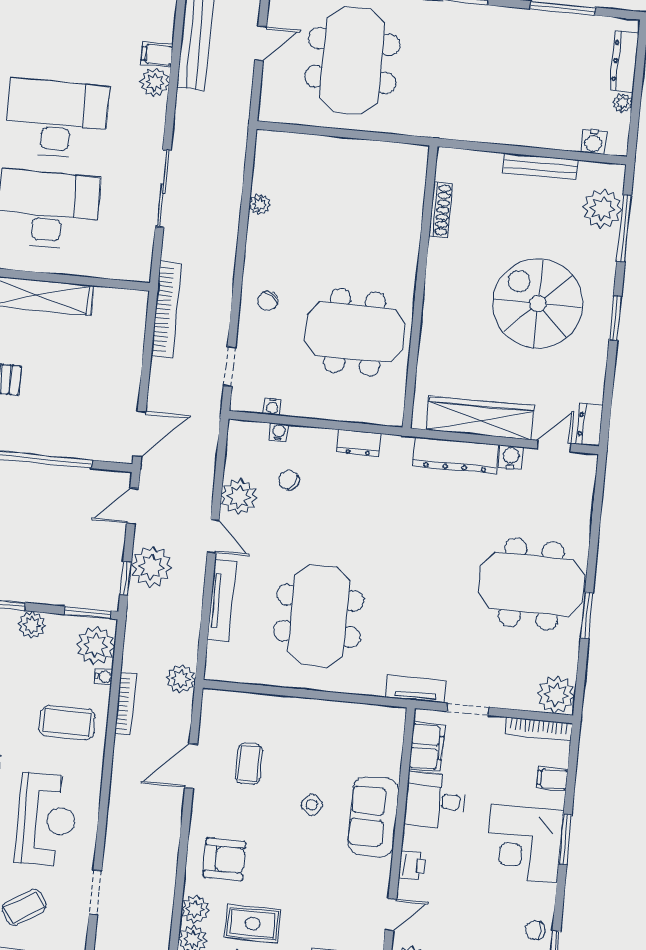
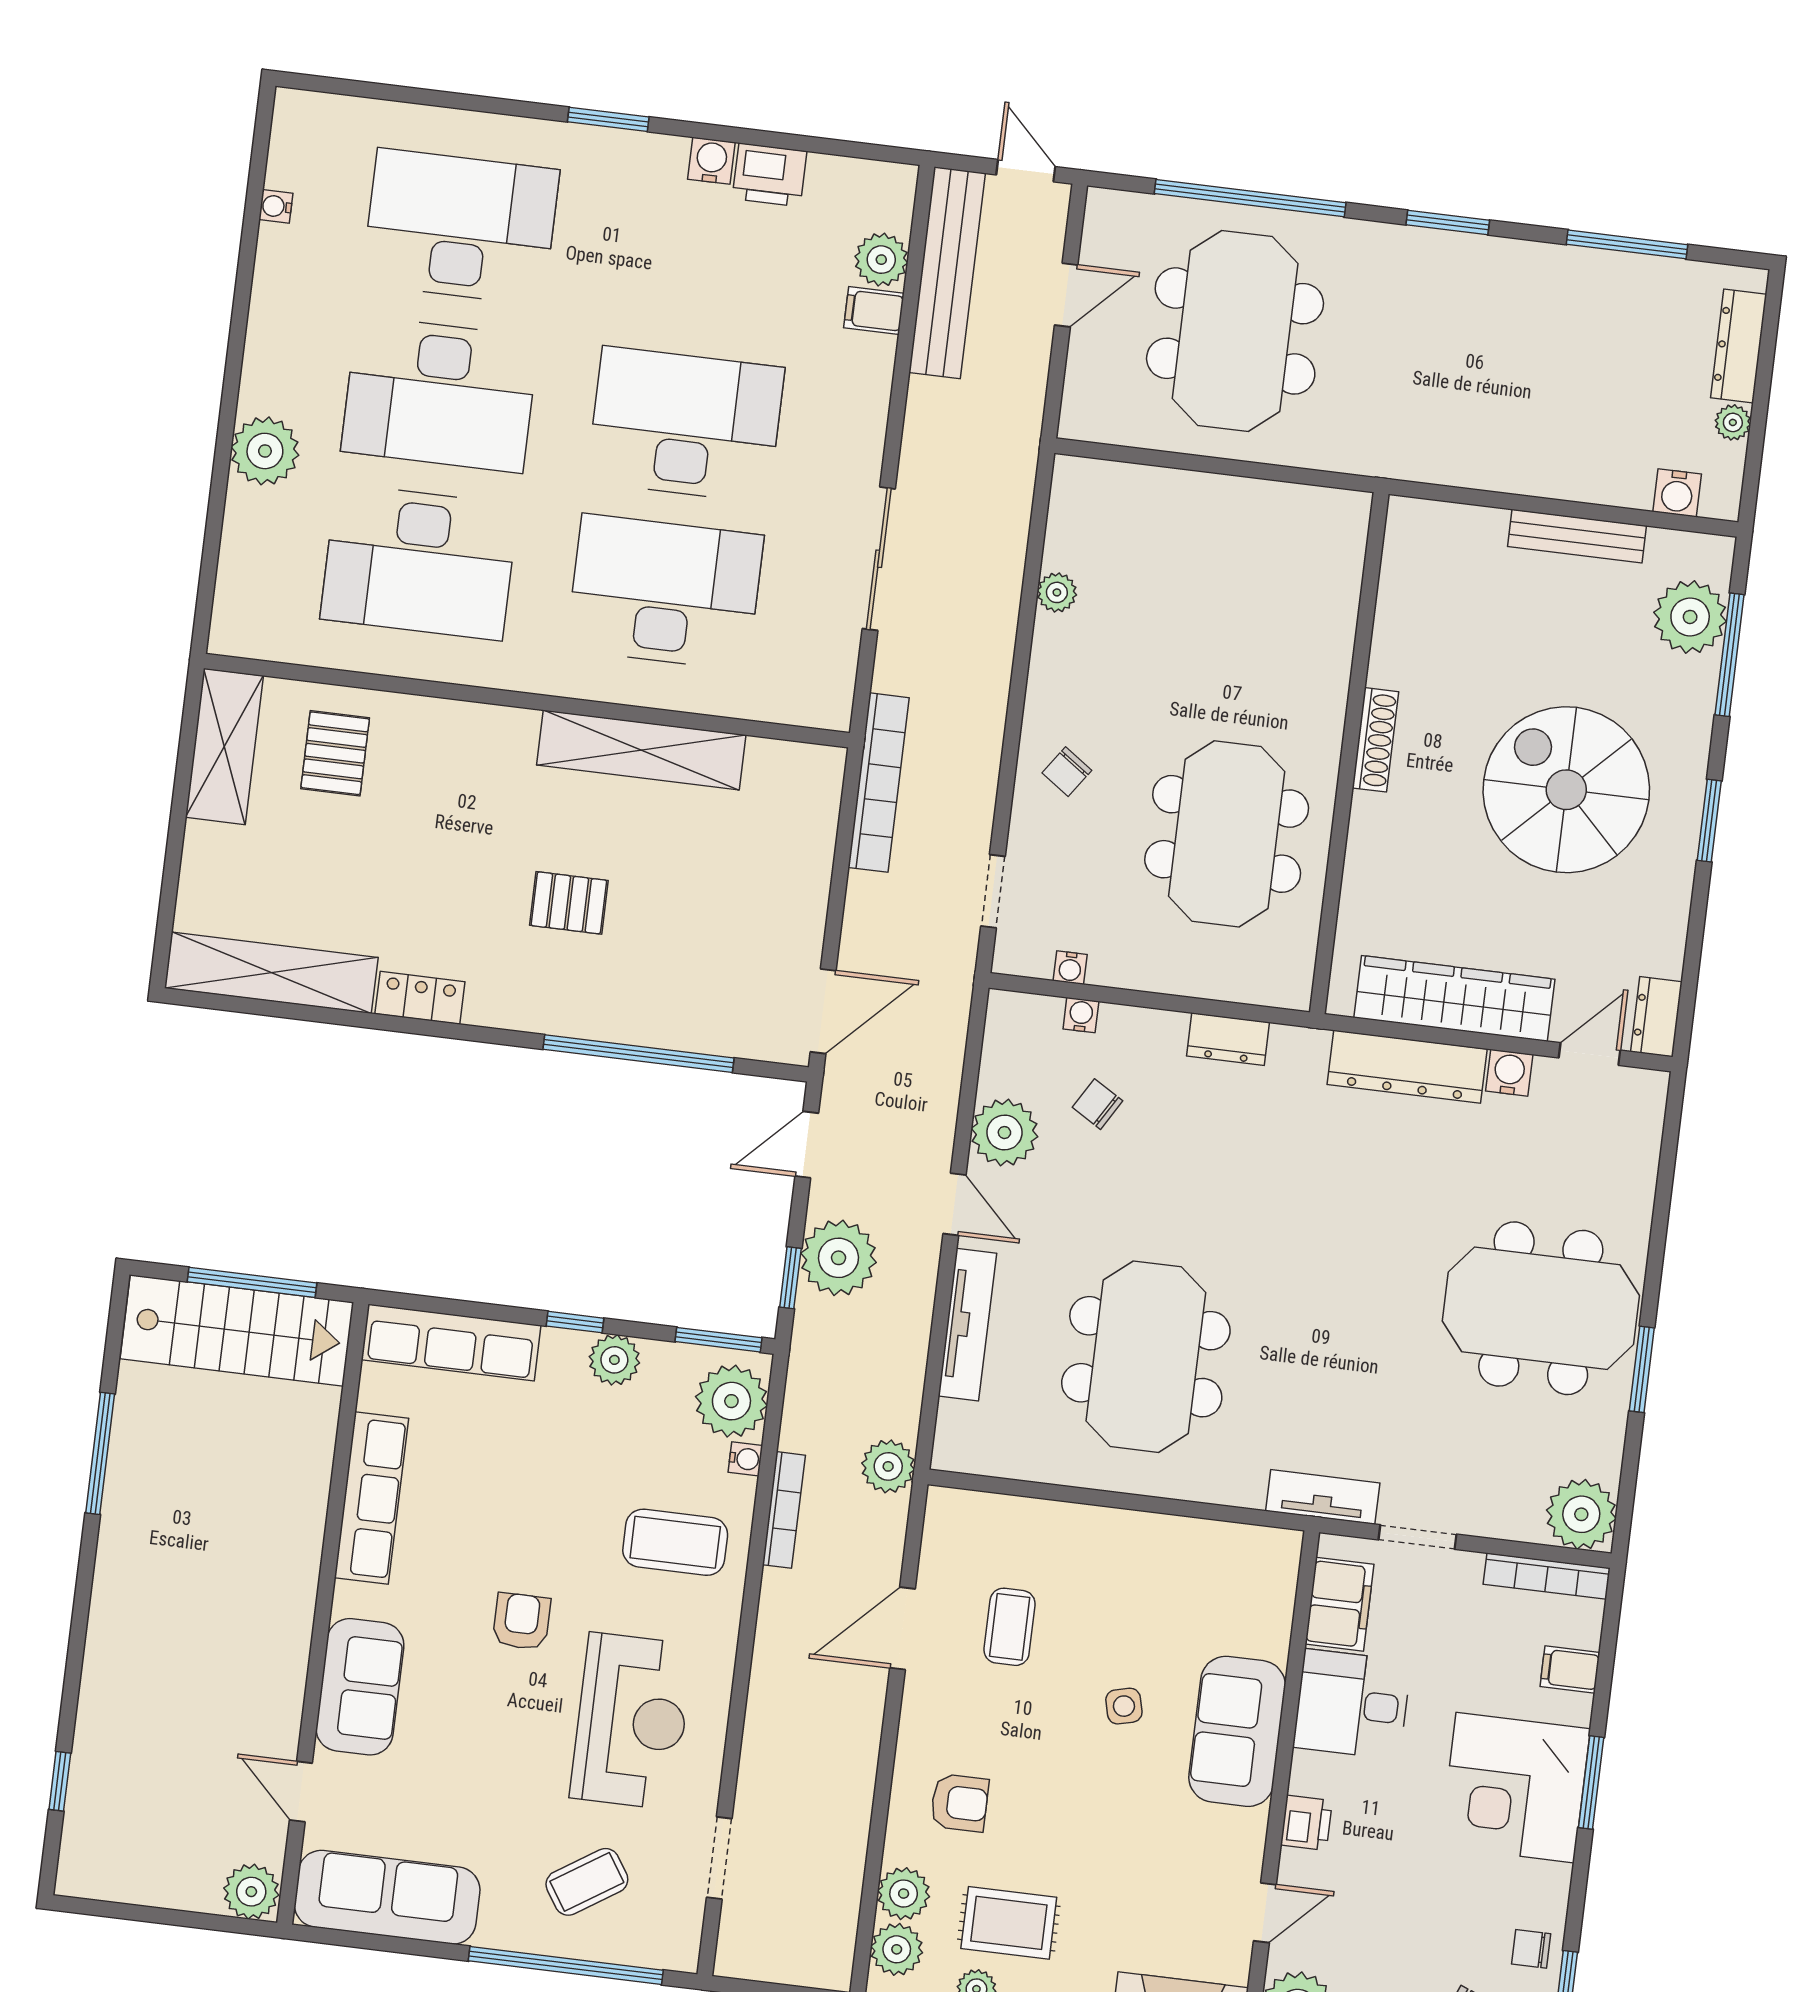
plant: (155, 82) -> (881, 260), moved
shoe rack: (441, 210) -> (1375, 740), moved
meeting table: (355, 332) -> (1227, 834), turned 90
side table: (312, 805) -> (1124, 1706), turned 38
armchair: (224, 859) -> (960, 1803), width x0.72, depth x0.72

